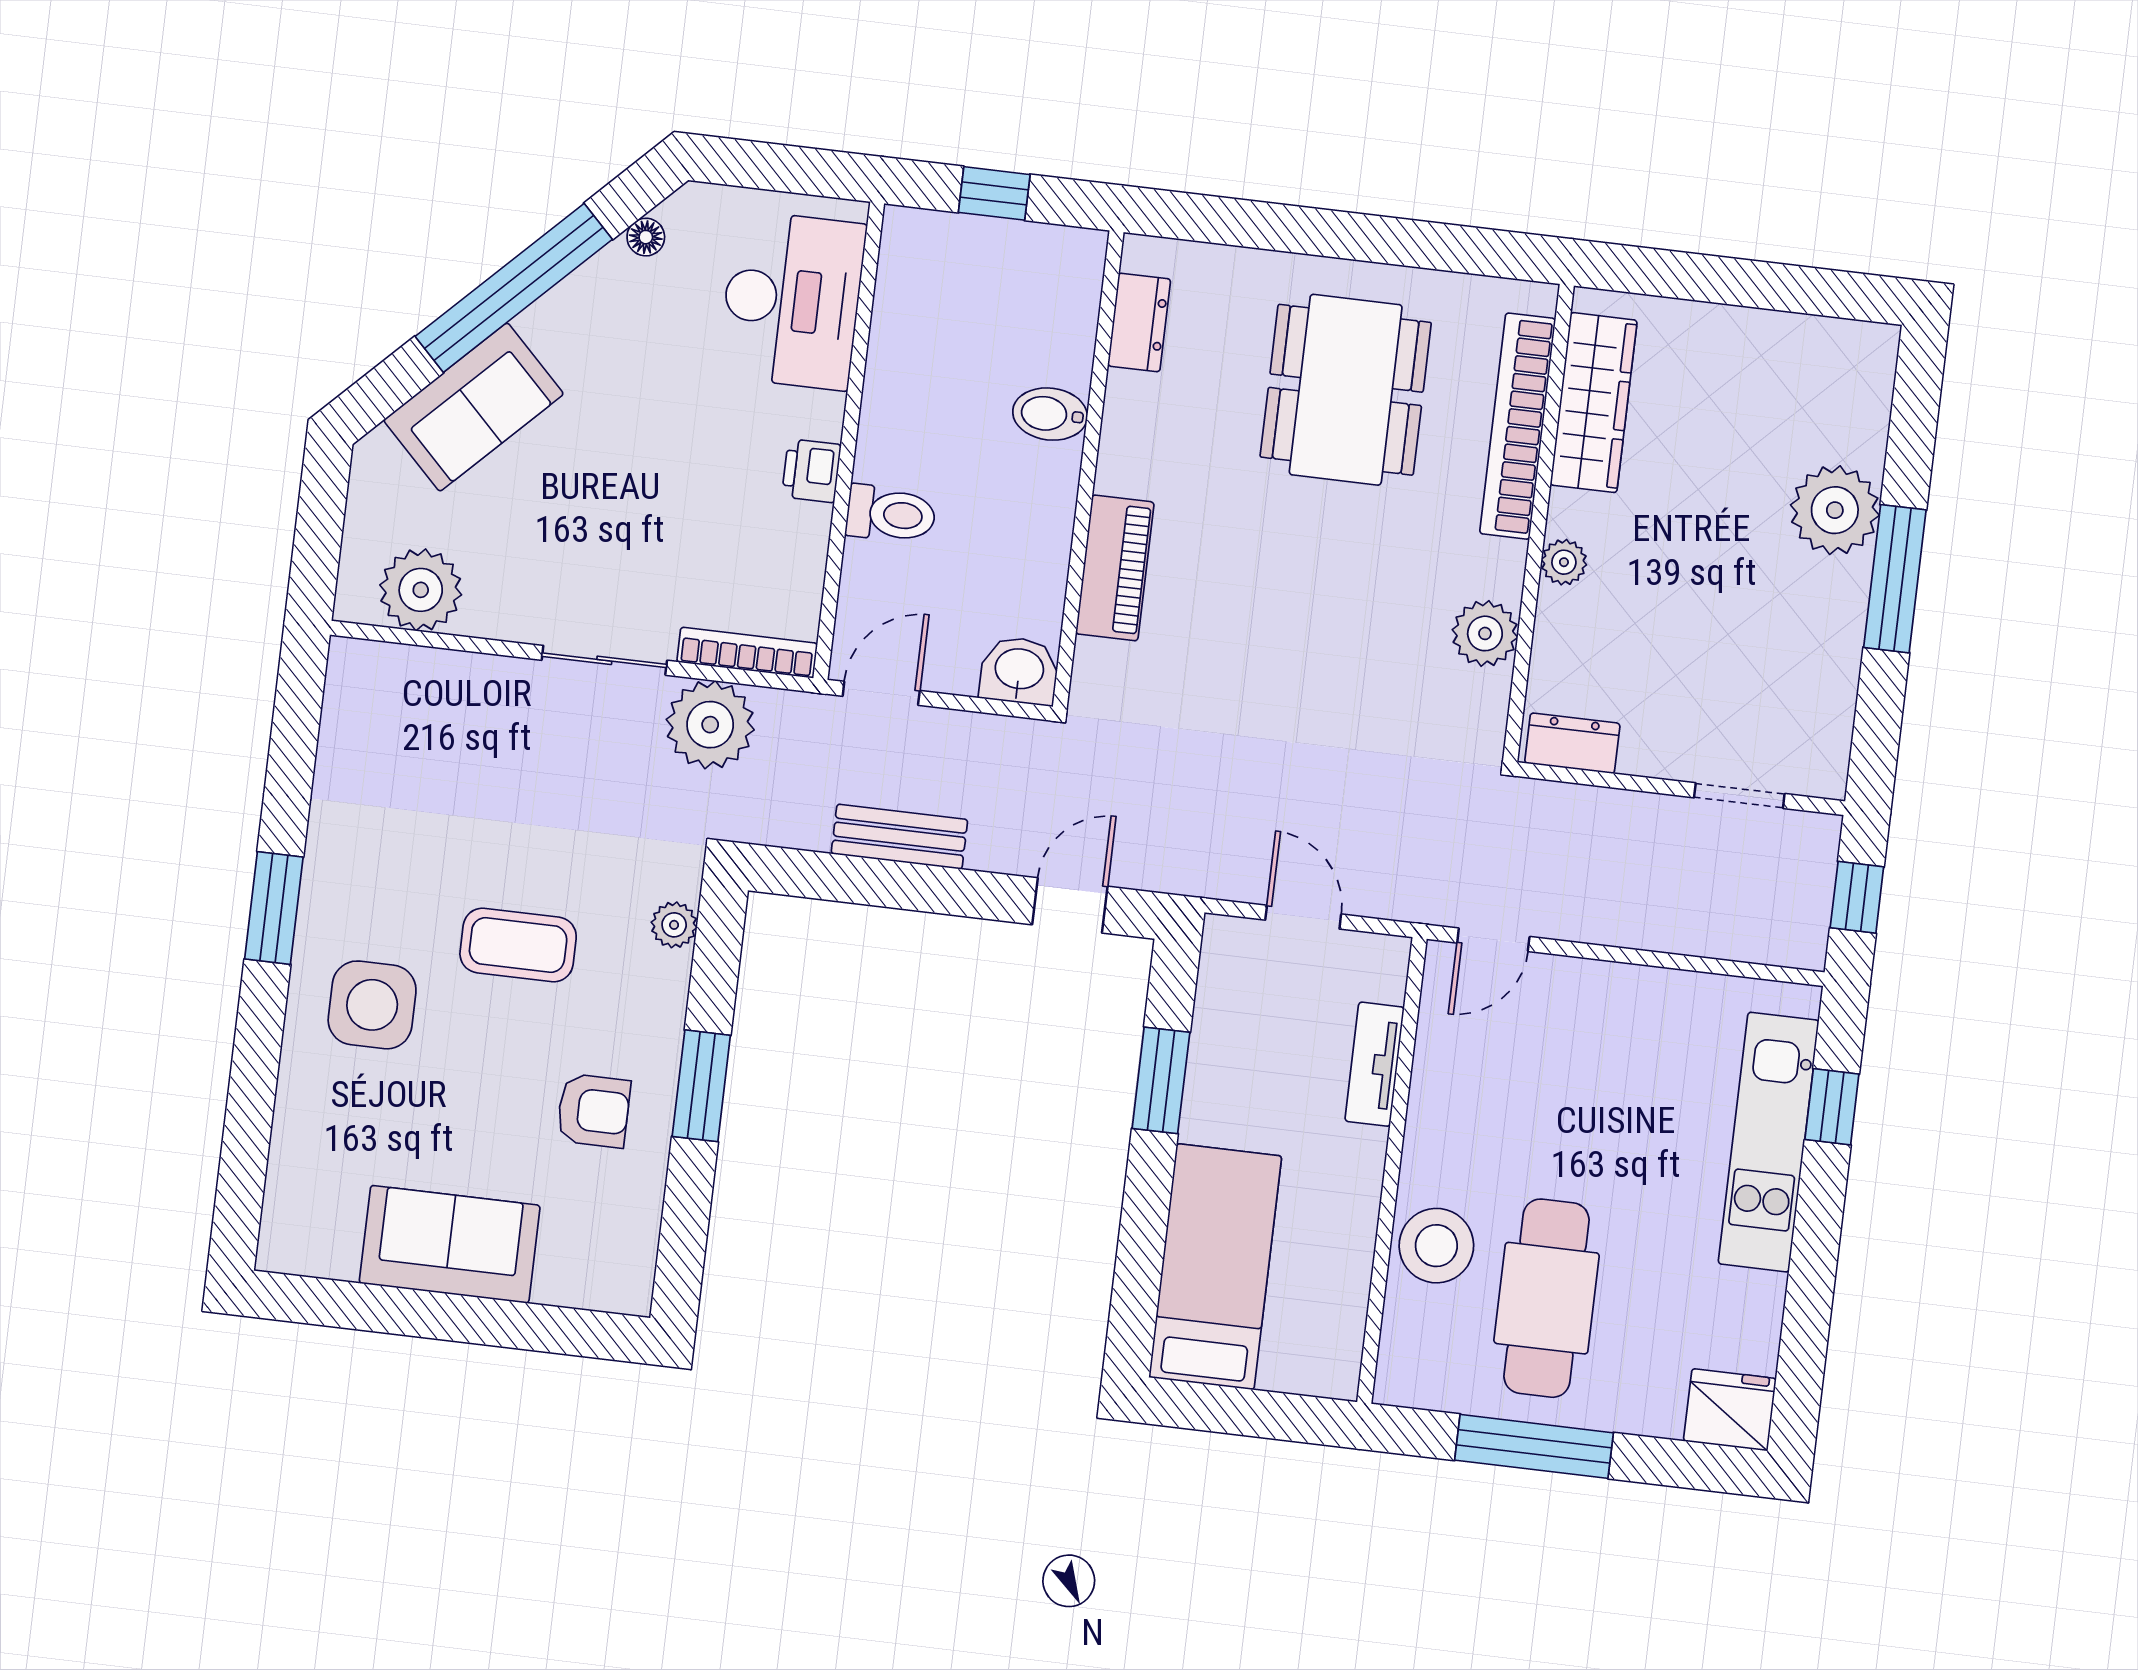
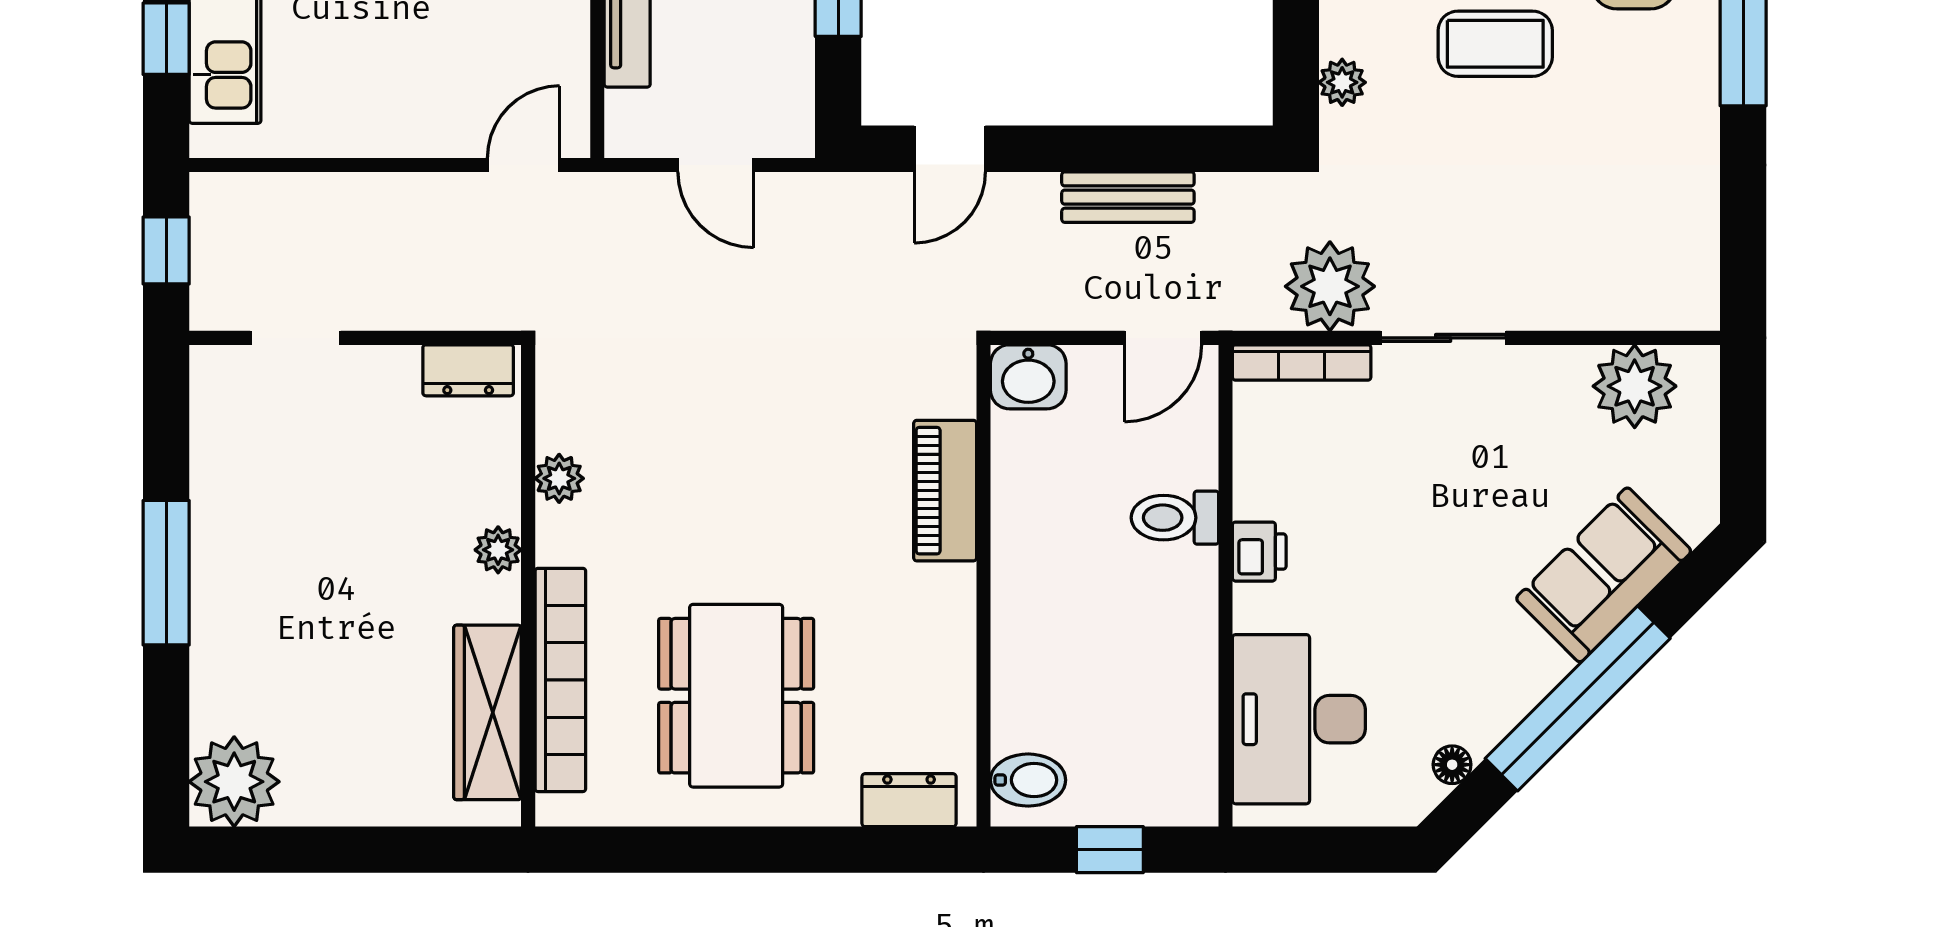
dresser: (1139, 322) -> (909, 800), moved, turned 90
bidet: (1050, 414) -> (1028, 780), moved
plant: (1835, 510) -> (234, 782), moved
plant: (1485, 633) -> (559, 478), width x0.73, depth x0.73

